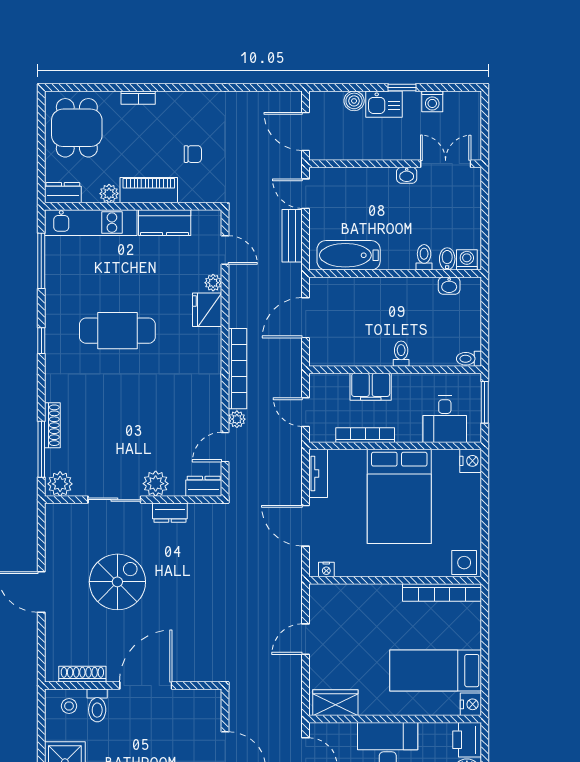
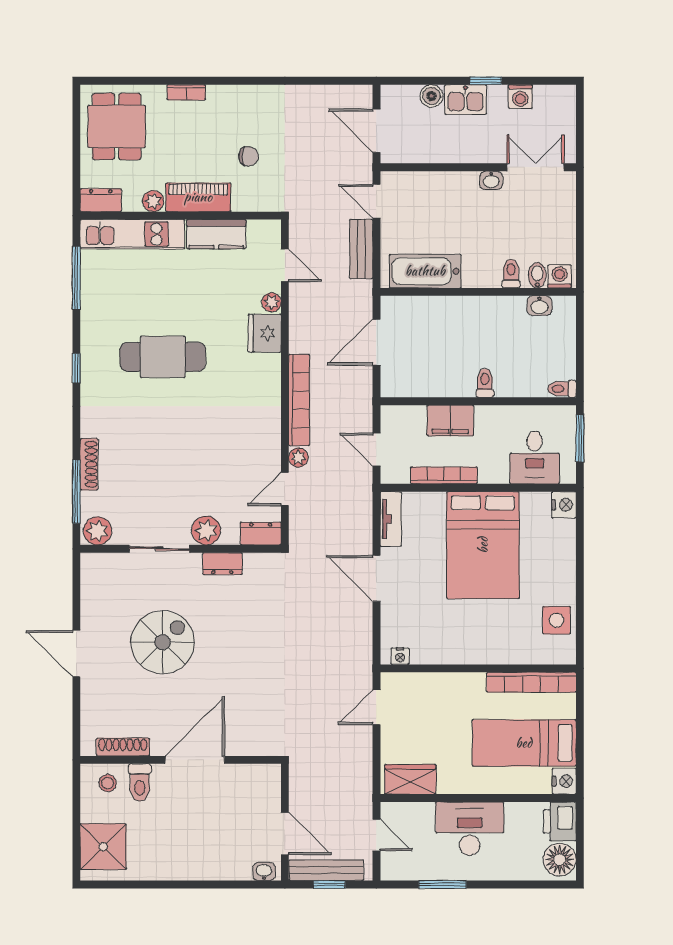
nightstand: (326, 570) -> (400, 656), moved
wall: (395, 580) -> (478, 668), moved
bookcase: (442, 593) -> (531, 682), moved

